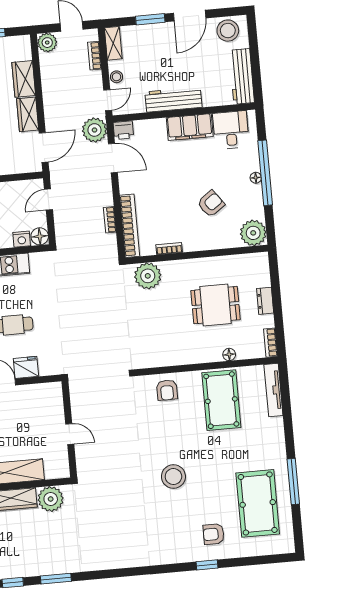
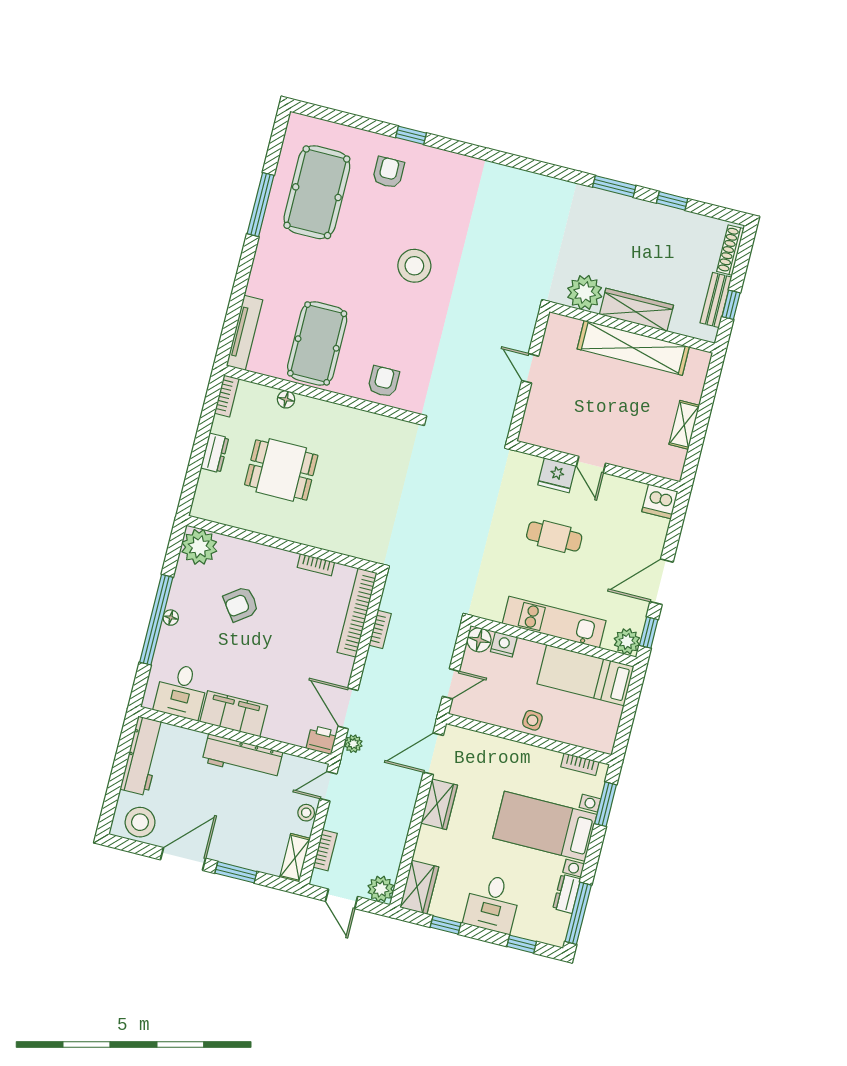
wardrobe: (24, 79) -> (419, 887), moved
plant: (94, 130) -> (353, 744), width x0.53, depth x0.53
plant: (148, 276) -> (356, 539), removed
armchair: (214, 534) -> (388, 172), turned -90

